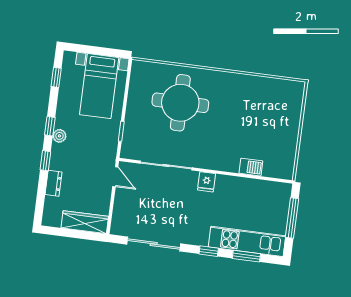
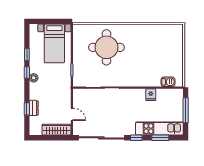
window: (56, 77) -> (27, 54), moved
window: (45, 161) -> (27, 109), moved
barbecue: (251, 167) -> (168, 82), moved
door: (115, 177) -> (72, 114), moved
fridge: (207, 182) -> (151, 95), moved
sliding door: (154, 244) -> (101, 138), width x1.36

